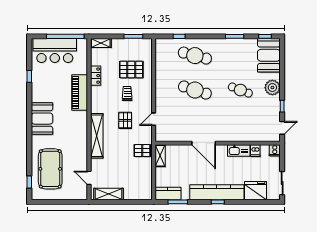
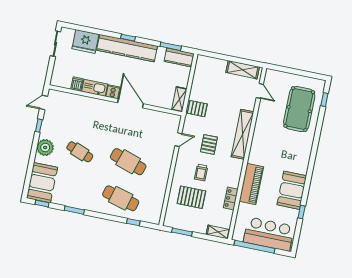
booth: (42, 119) -> (292, 190), moved
cooker: (275, 150) -> (113, 92), moved

